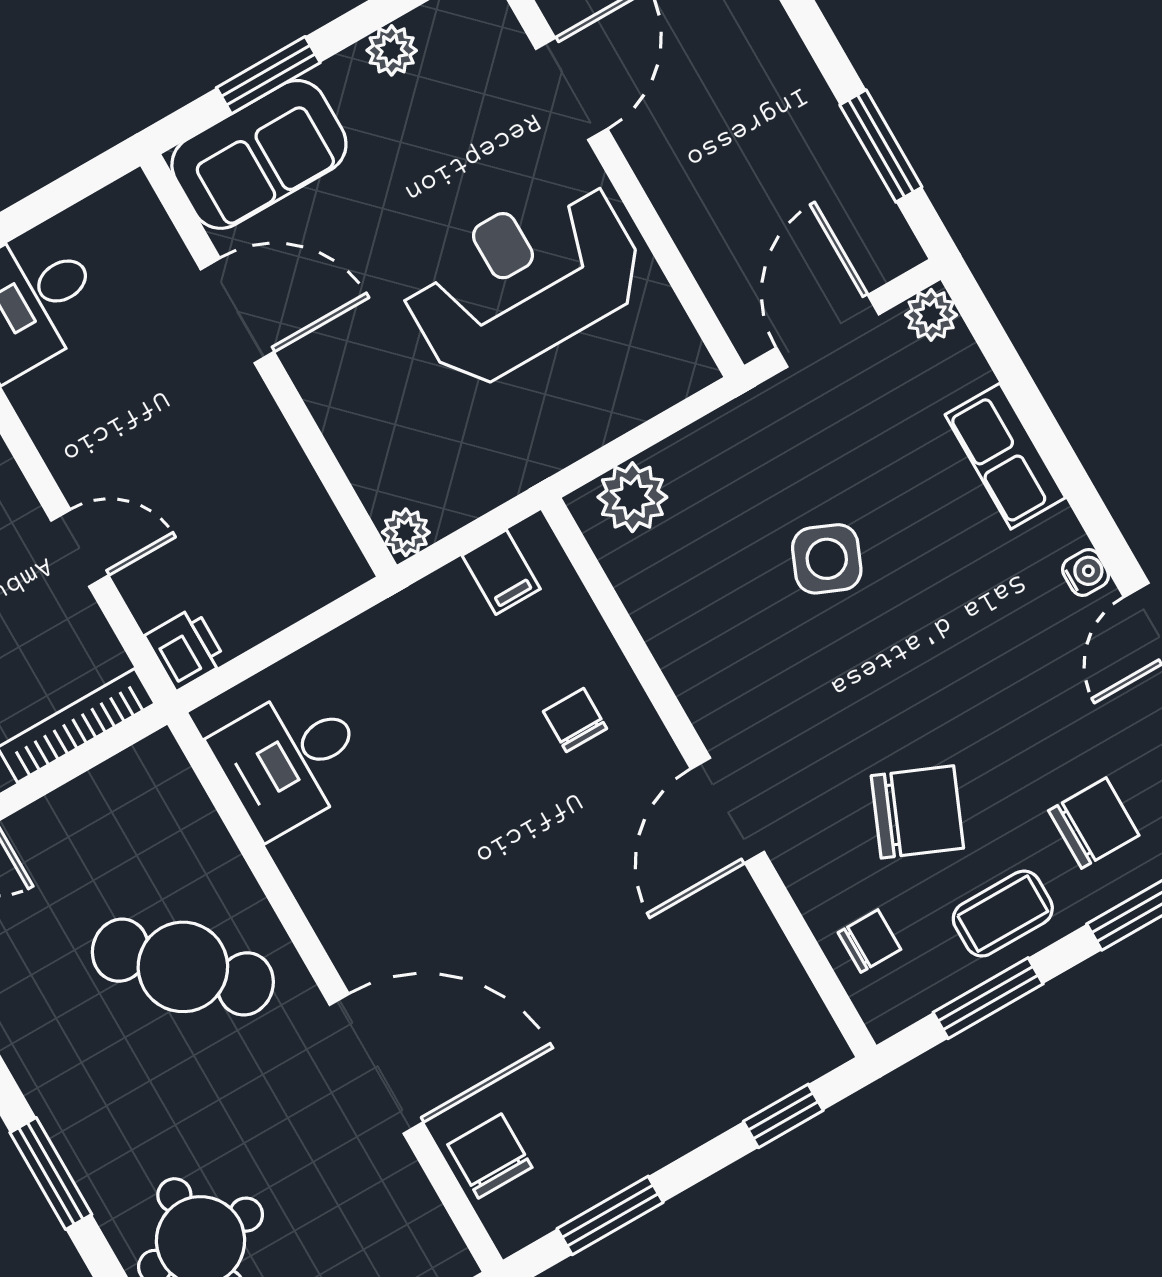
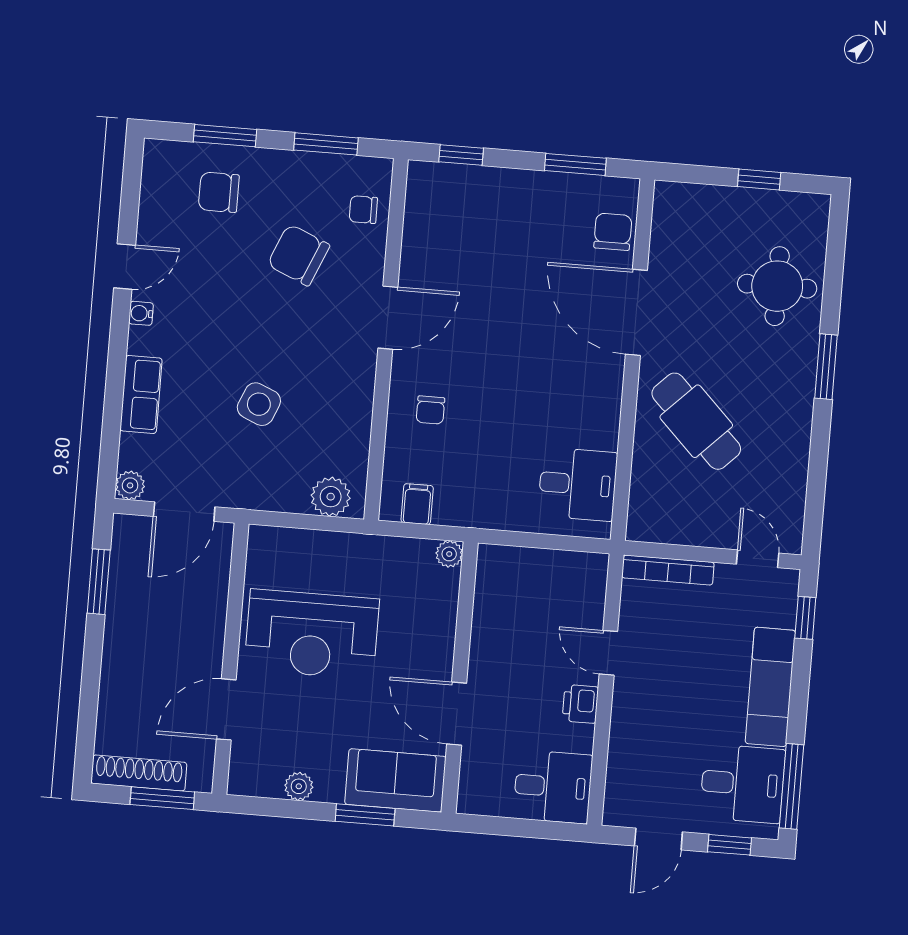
printer: (186, 649) -> (580, 704), moved
coffee table: (1003, 914) -> (291, 179), removed
chair: (490, 1156) -> (613, 232), turned 180

